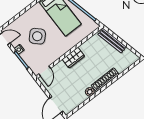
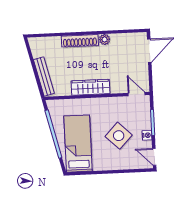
wardrobe: (73, 58) -> (90, 87), width x1.50
door: (45, 71) -> (137, 94), hinge flipped

